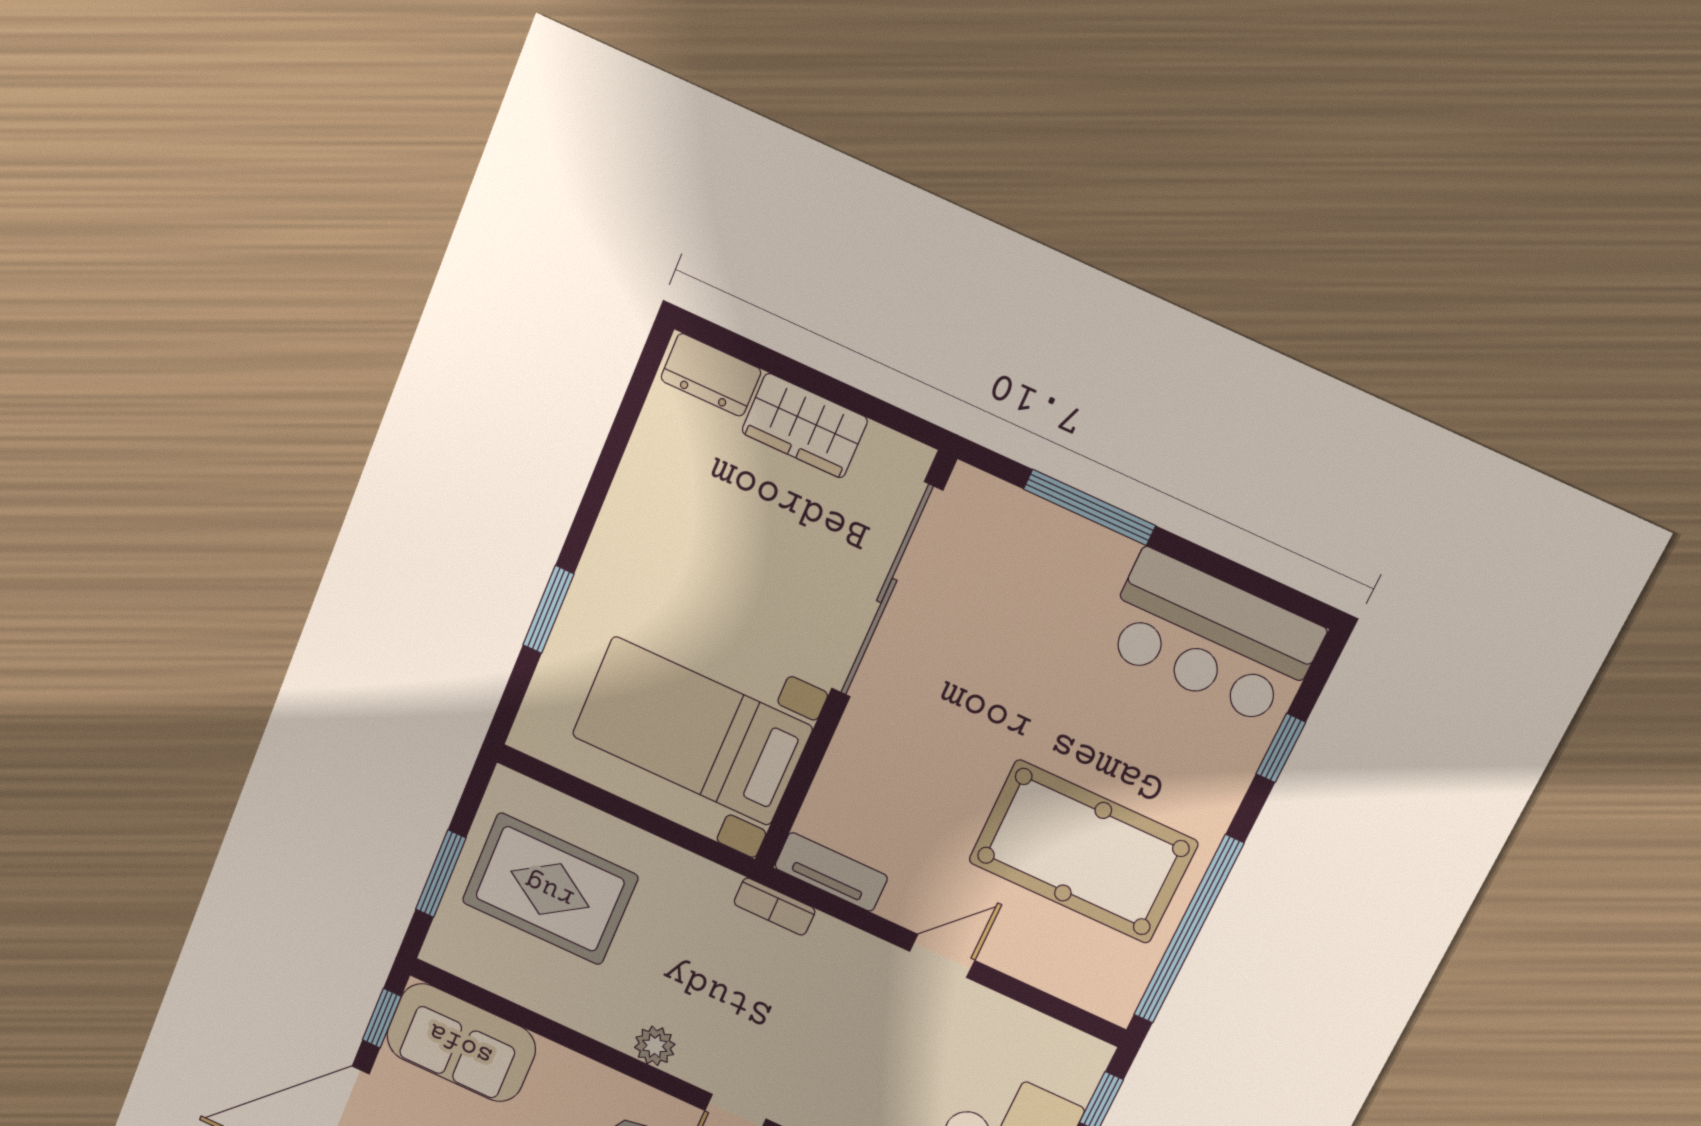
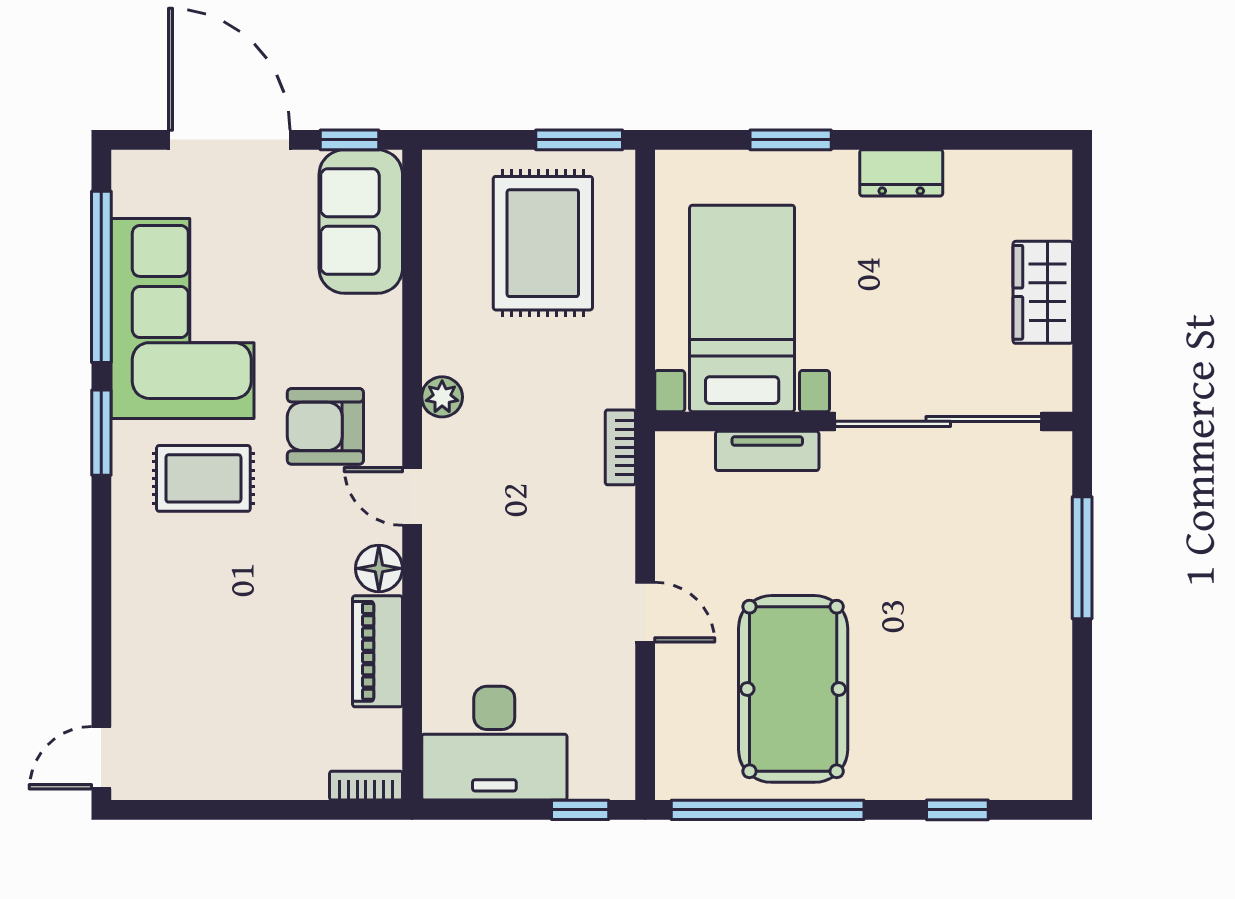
dresser: (711, 375) -> (901, 173), moved, turned -90
bar counter: (1211, 638) -> (1021, 708), removed
tv unit: (831, 872) -> (767, 451), moved, turned 90
window: (441, 874) -> (579, 140), moved

